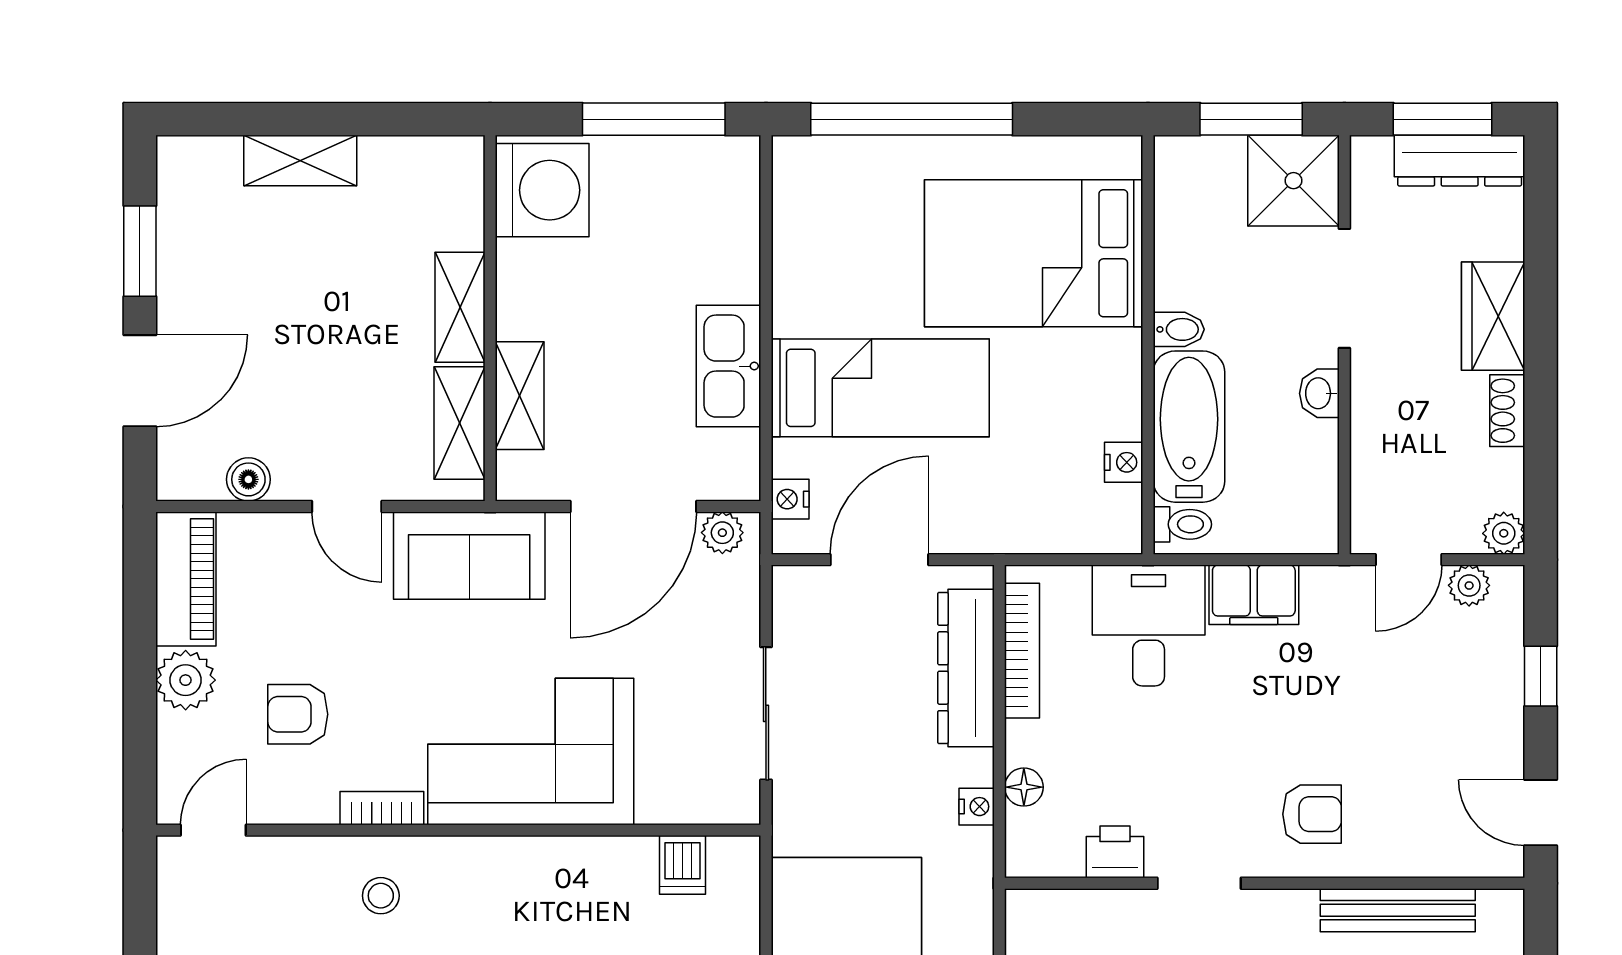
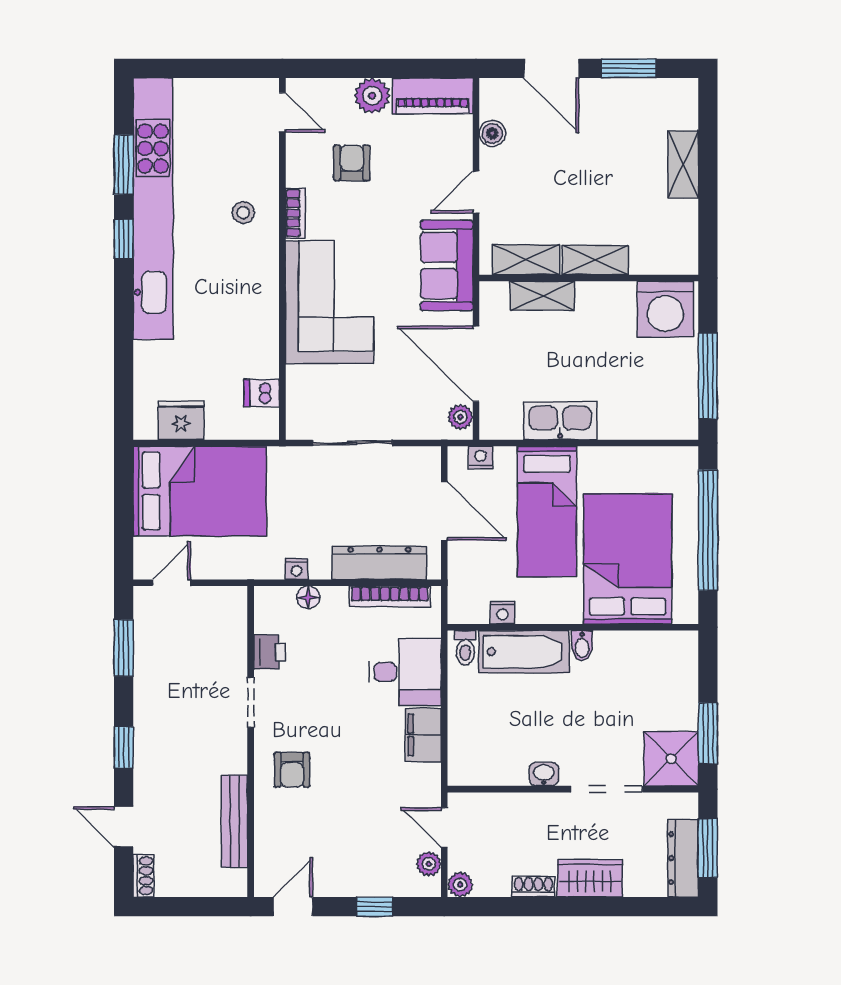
bed: (1034, 253) -> (628, 559), moved
bidet: (1179, 329) -> (582, 646), moved
wall: (1148, 345) -> (573, 627), moved
bathtub: (1189, 427) -> (524, 652), moved
nightstand: (1124, 462) -> (503, 613), moved
toilet: (1182, 524) -> (465, 648), moved

